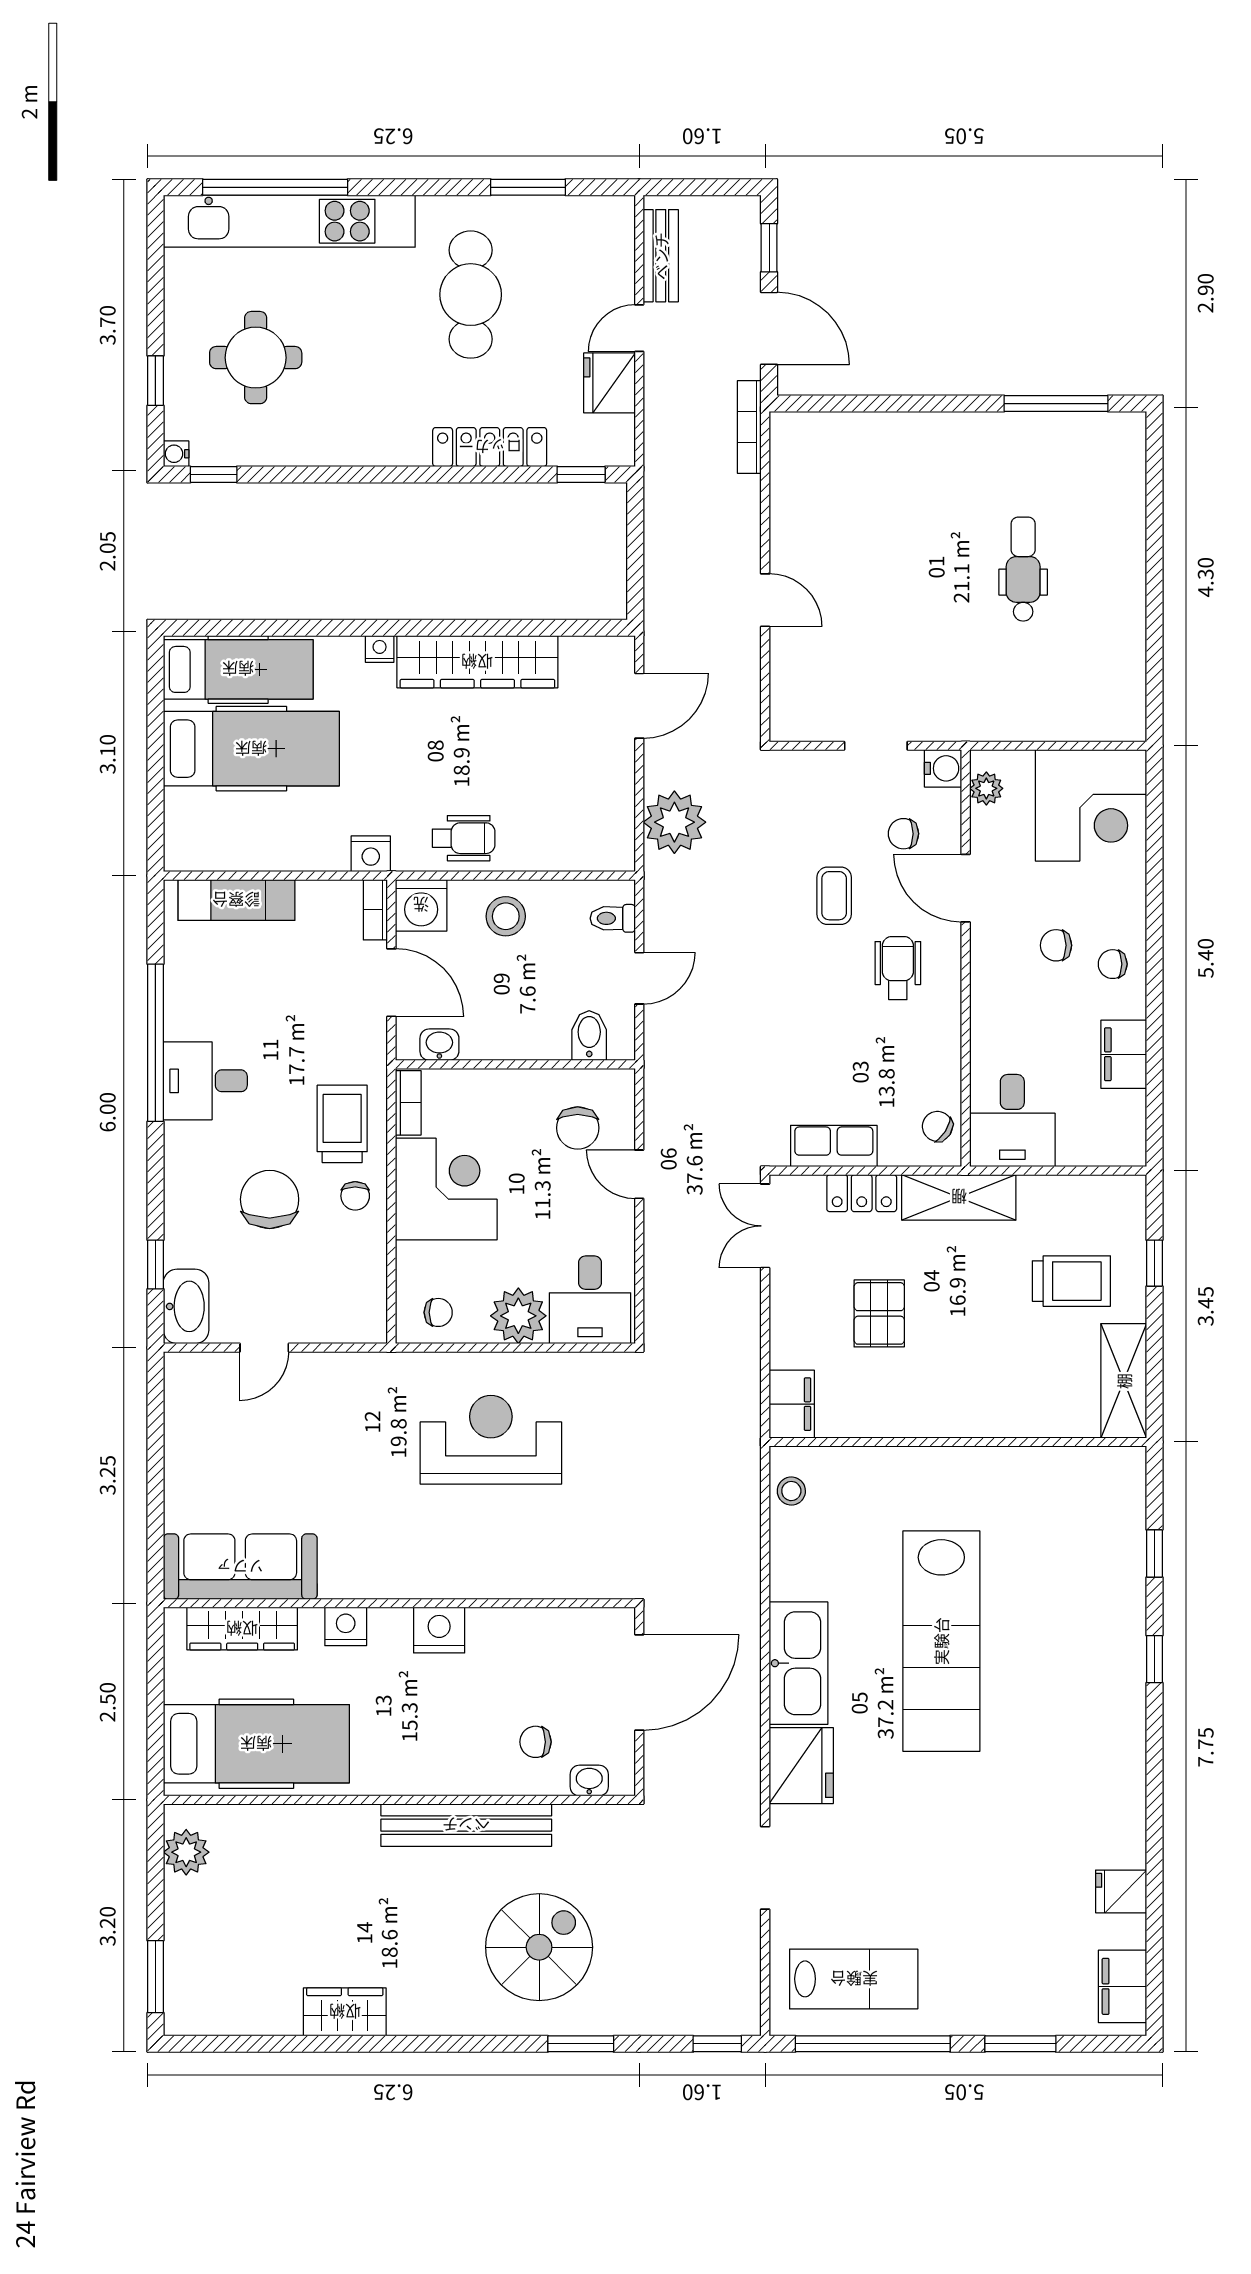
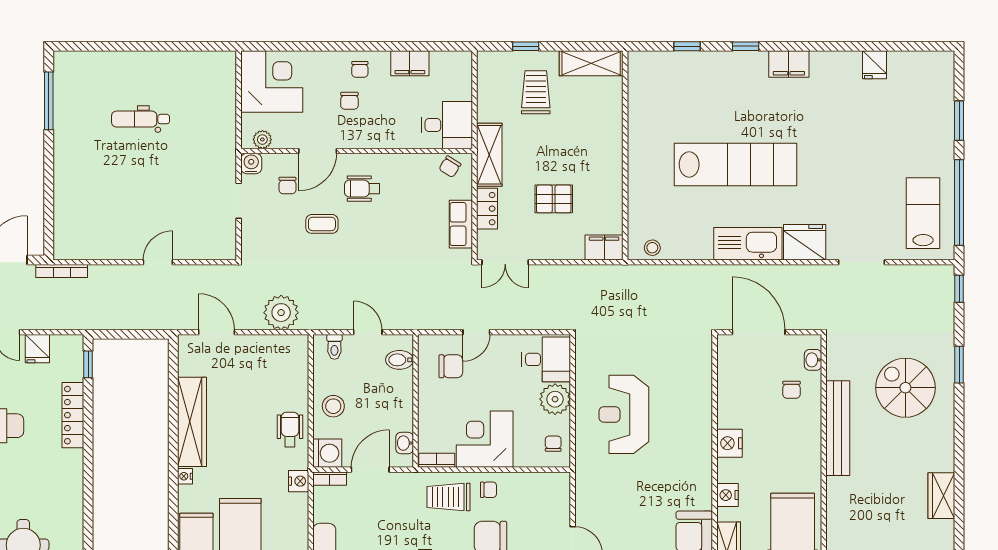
fridge: (609, 383) -> (37, 349), width x0.72
filing cabinet: (1122, 1986) -> (789, 64), moved

